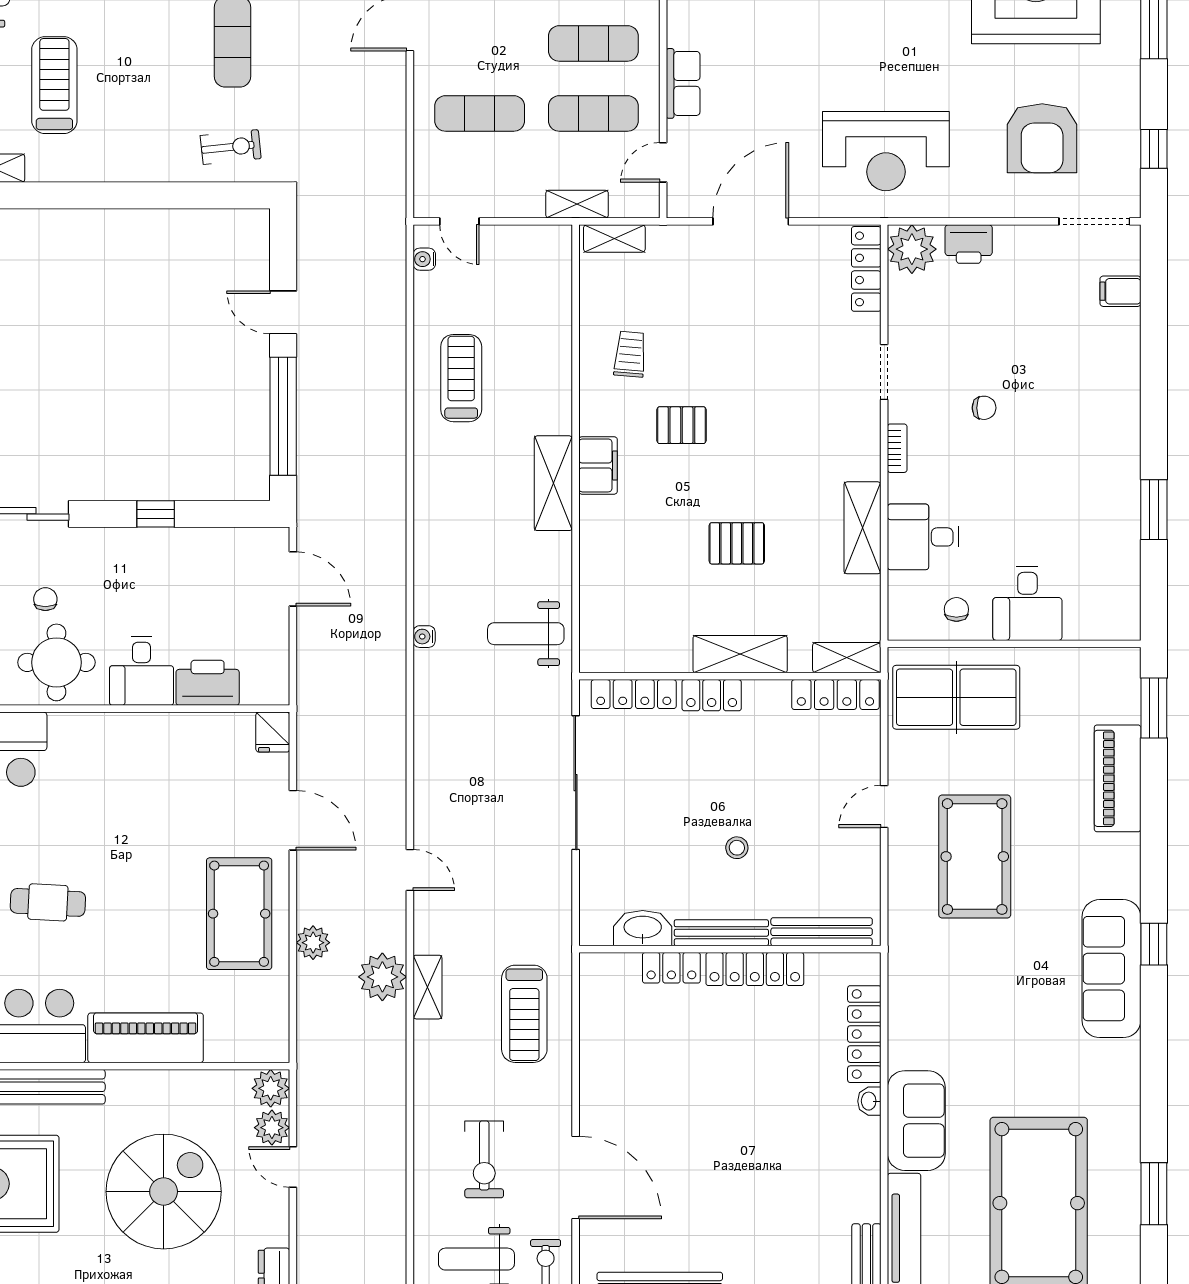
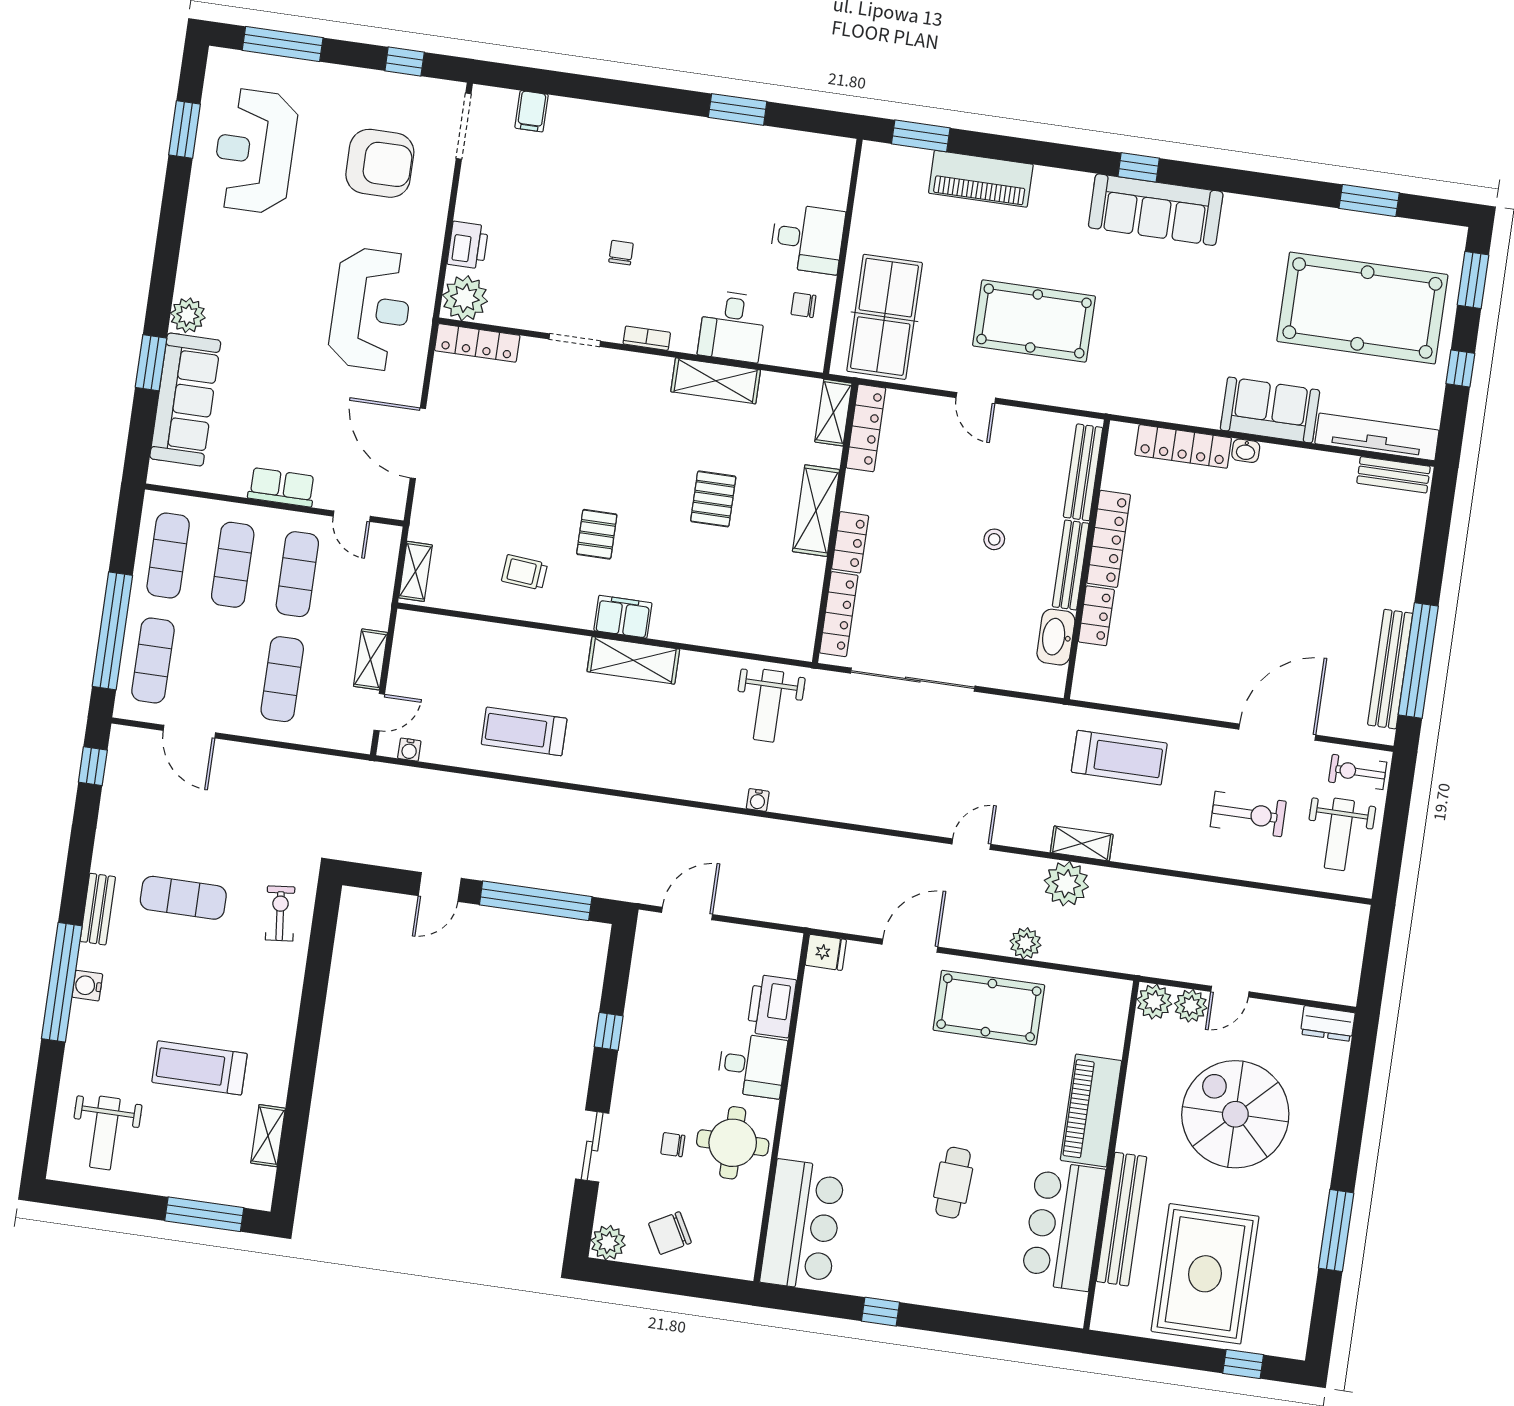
shelving: (577, 204) -> (371, 659), moved

